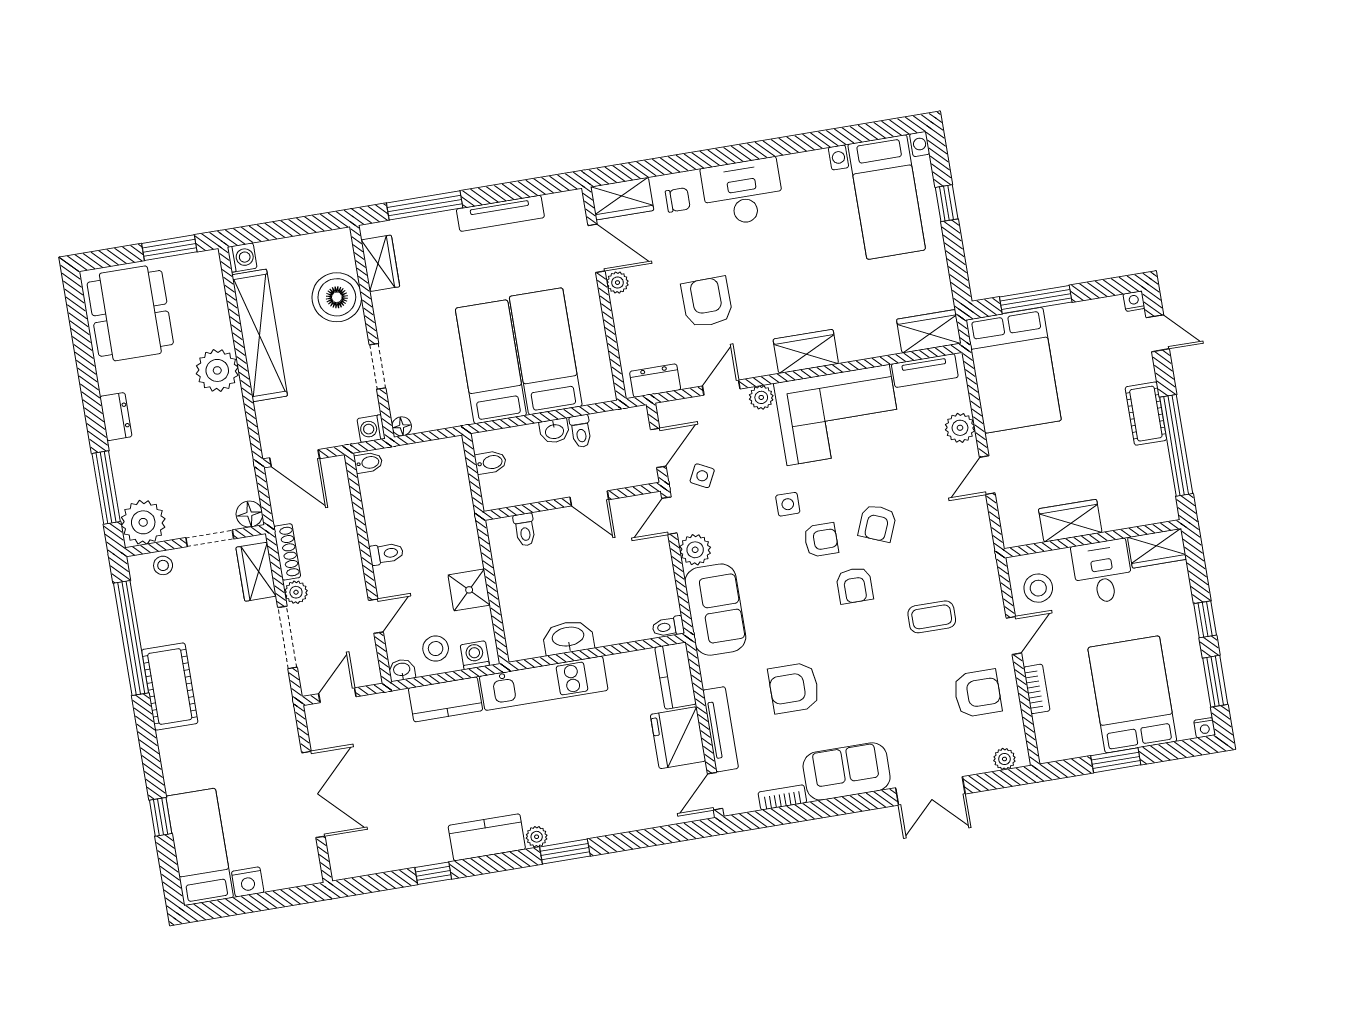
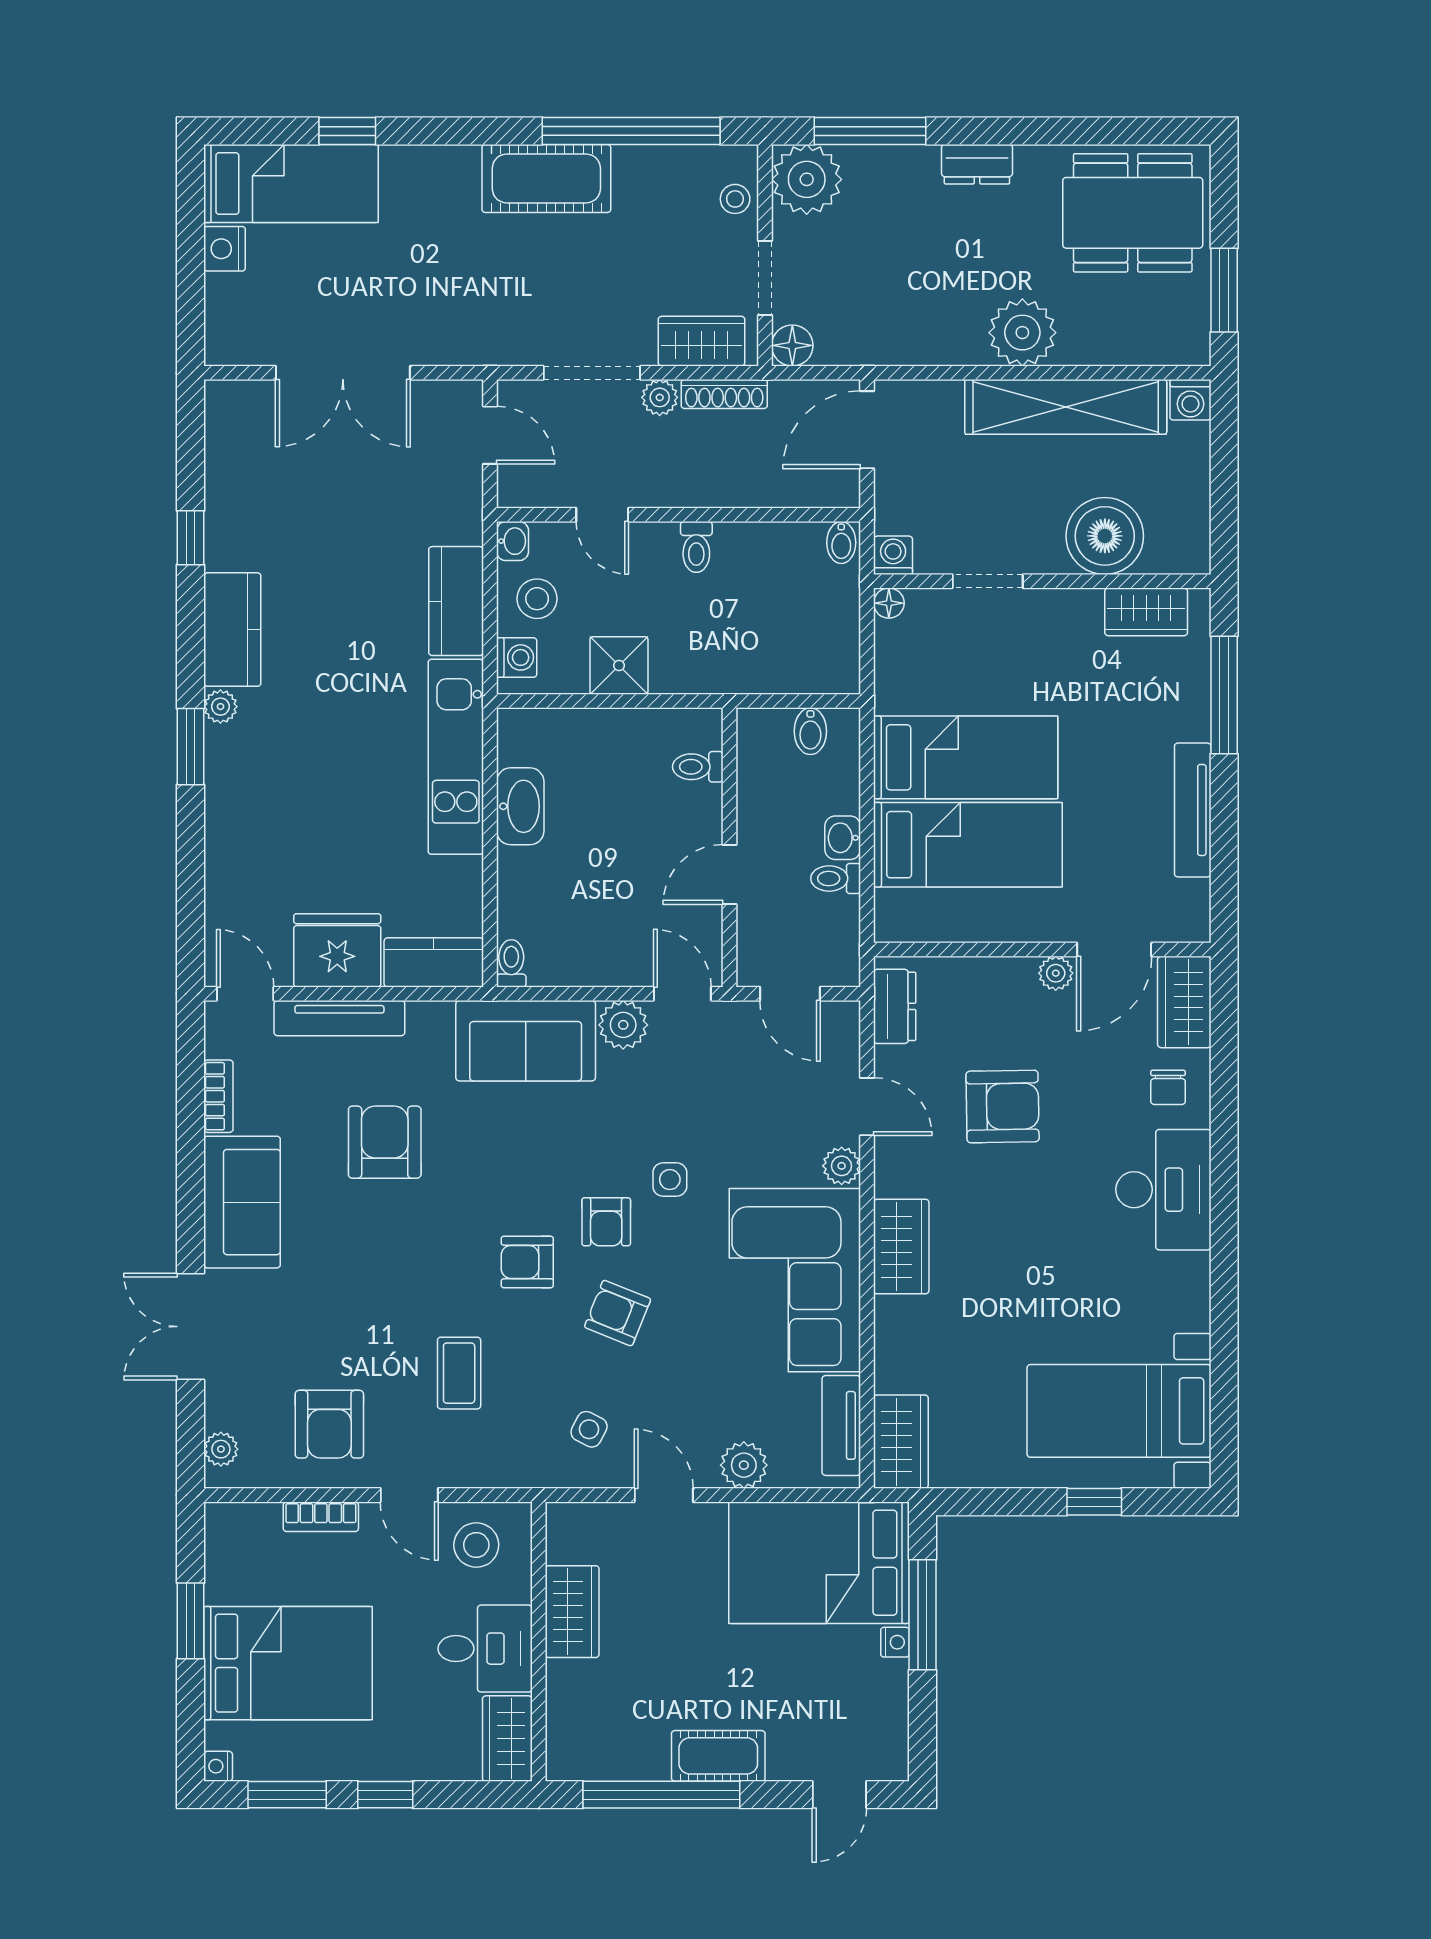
nightstand: (1134, 301) -> (895, 1642), moved
side table: (702, 476) -> (589, 1429), moved

